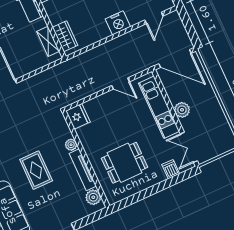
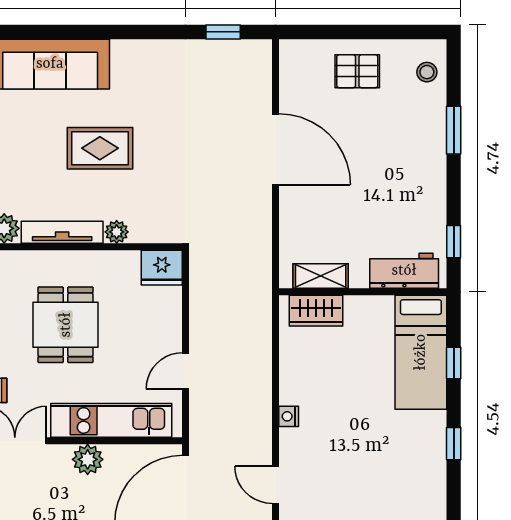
nightstand: (118, 23) -> (289, 416), width x0.53, depth x0.56
dining table: (125, 163) -> (66, 325), moved

